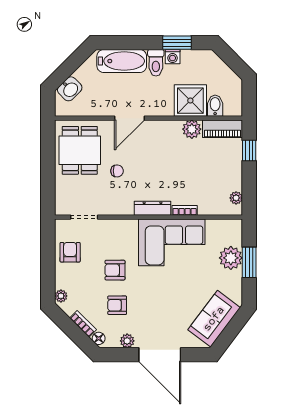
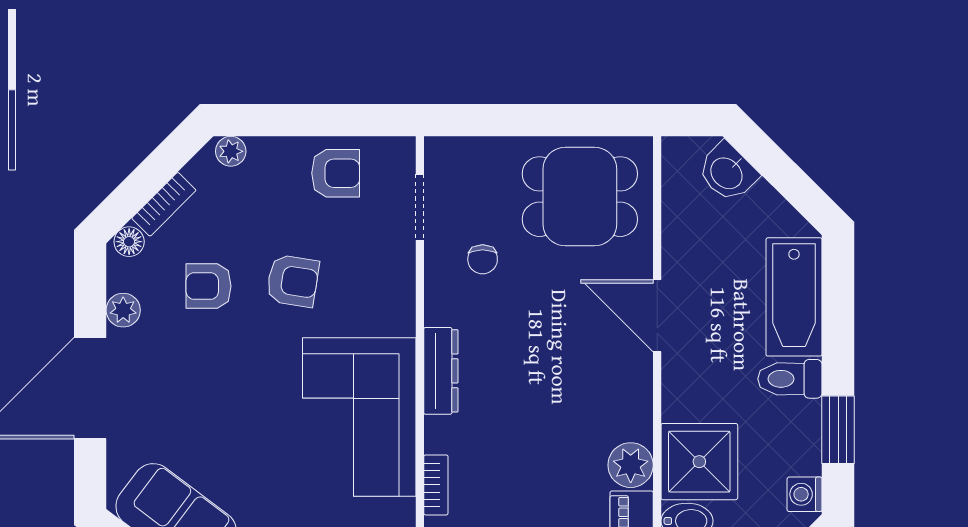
washing machine: (173, 57) -> (805, 494), moved
chair: (117, 171) -> (483, 259), moved
bookcase: (185, 210) -> (436, 485), moved
armchair: (115, 270) -> (293, 281), turned 99
armchair: (117, 305) -> (209, 286), turned -90

